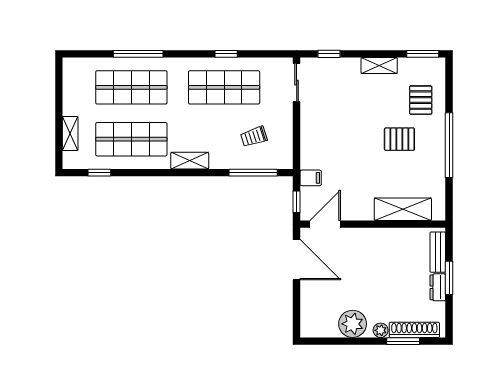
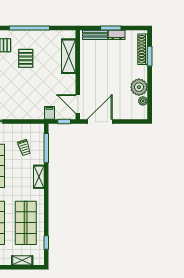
shelving: (190, 161) -> (39, 177), moved
plant: (381, 330) -> (143, 101), moved

